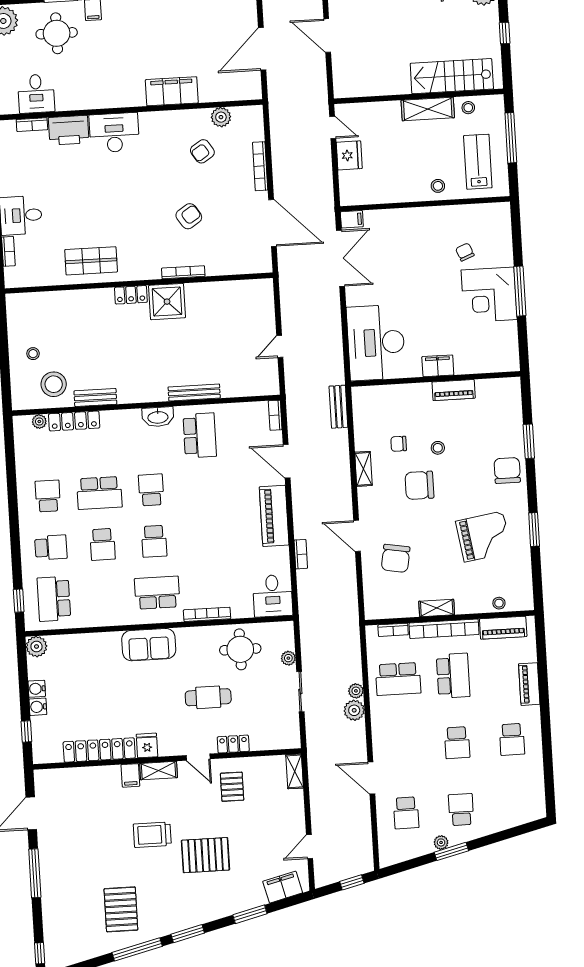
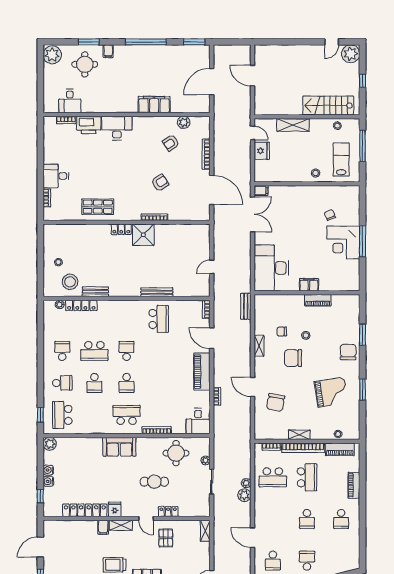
shelving: (428, 109) -> (293, 125), moved
washbasin: (158, 417) -> (133, 306), removed

